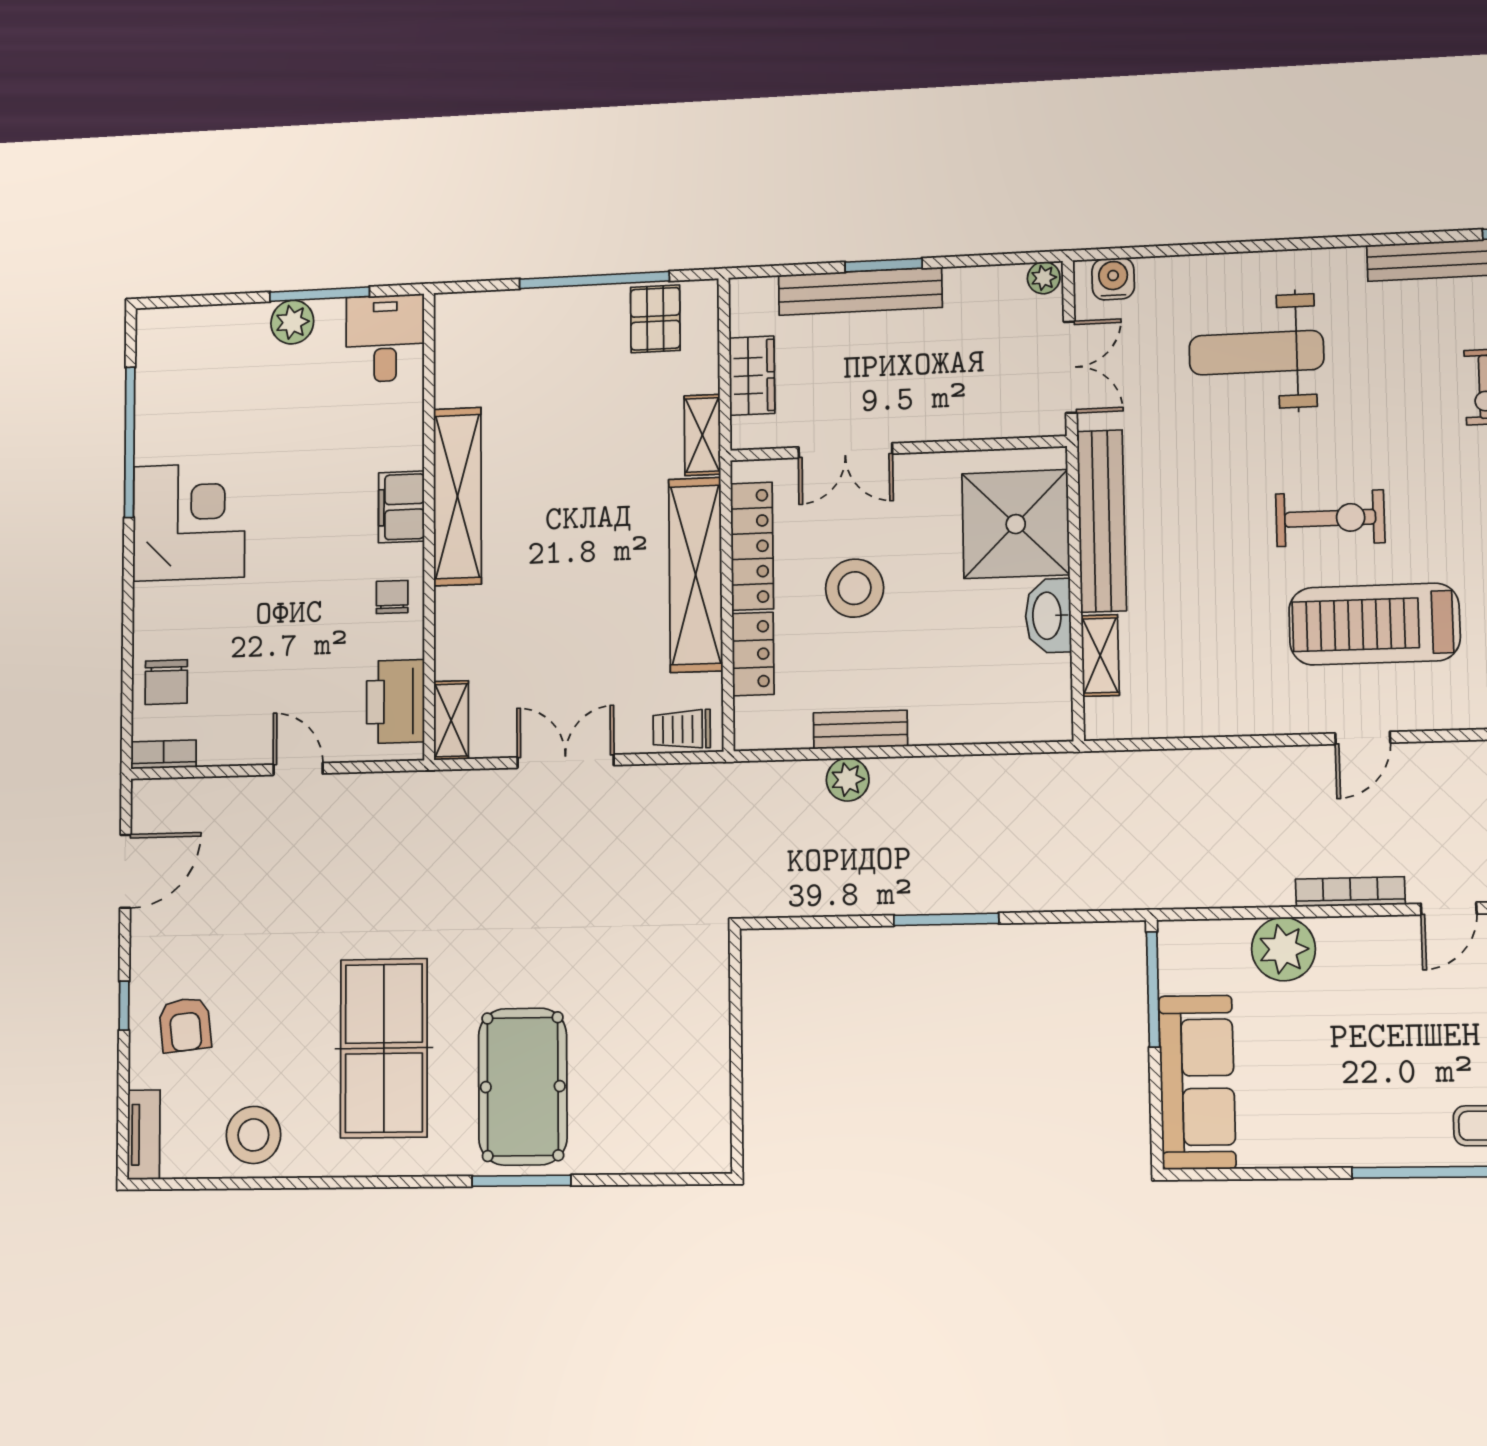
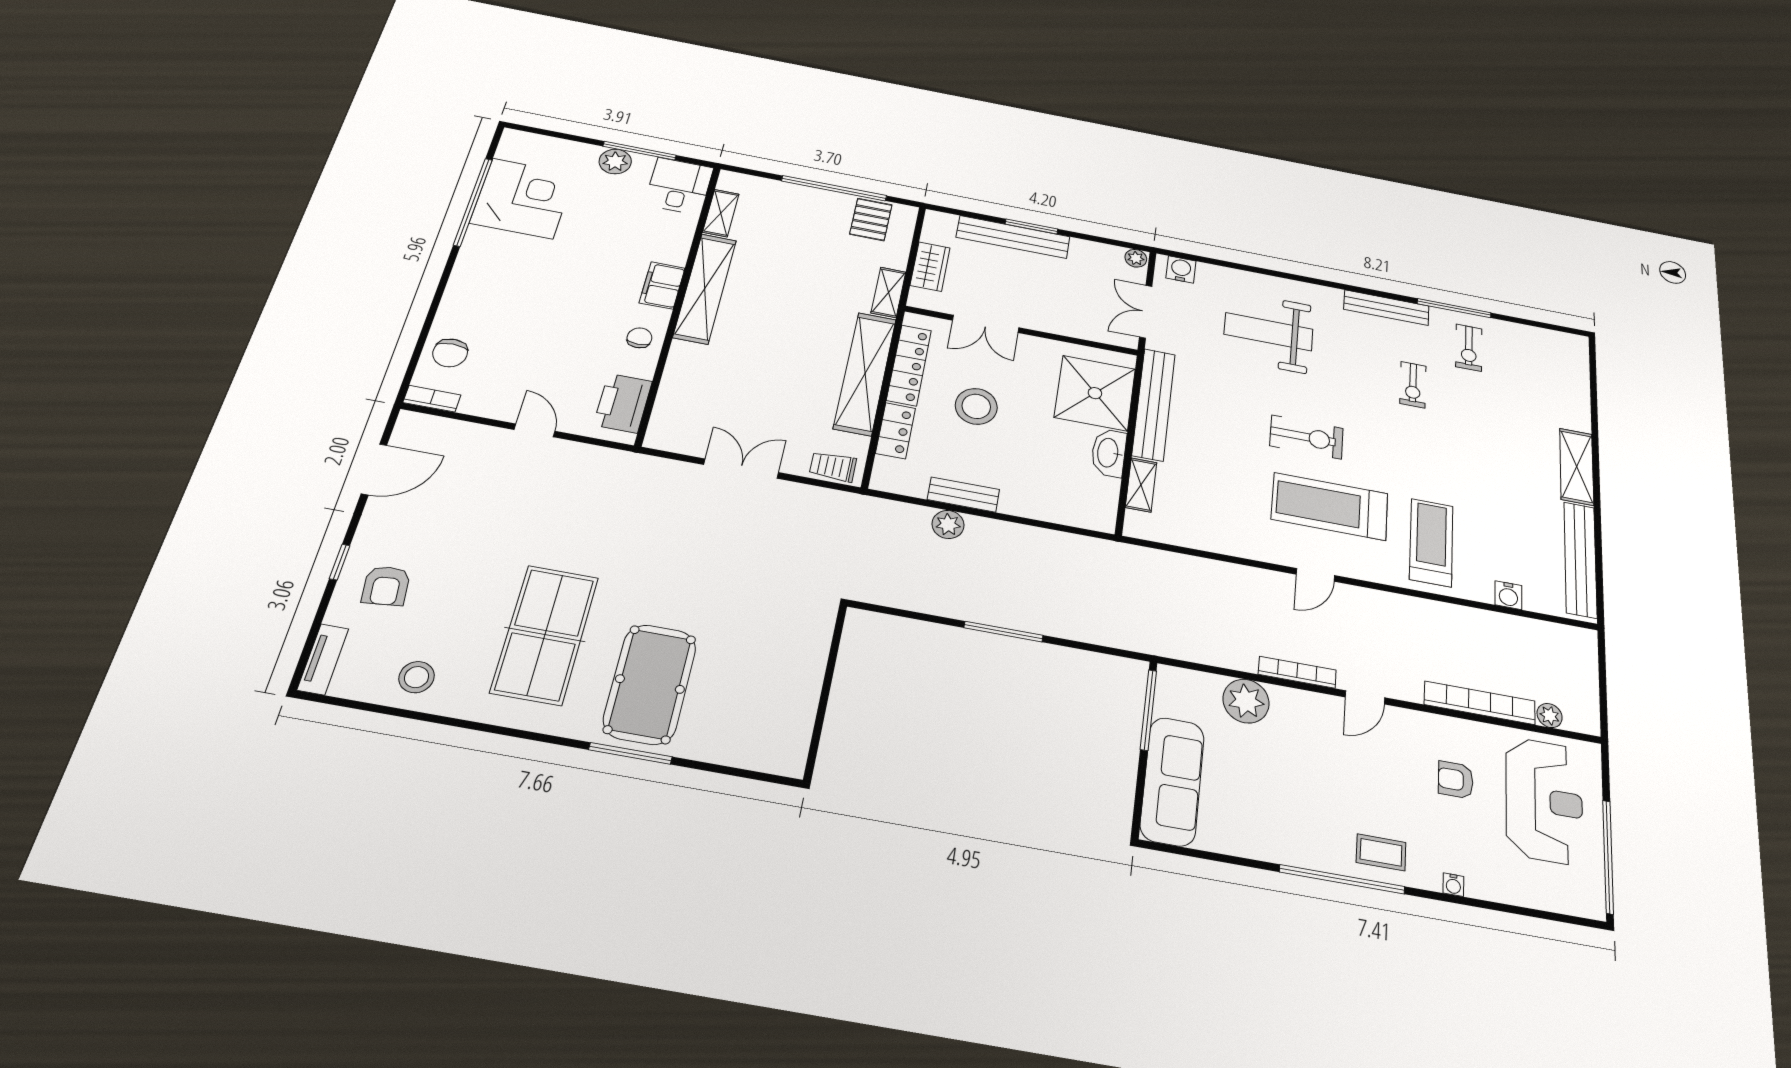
double door: (1070, 367) -> (1146, 312), swing flipped
corner desk: (189, 522) -> (523, 198), moved
shelving: (451, 720) -> (721, 213), moved
stool: (253, 1135) -> (417, 677), width x0.73, depth x0.73

